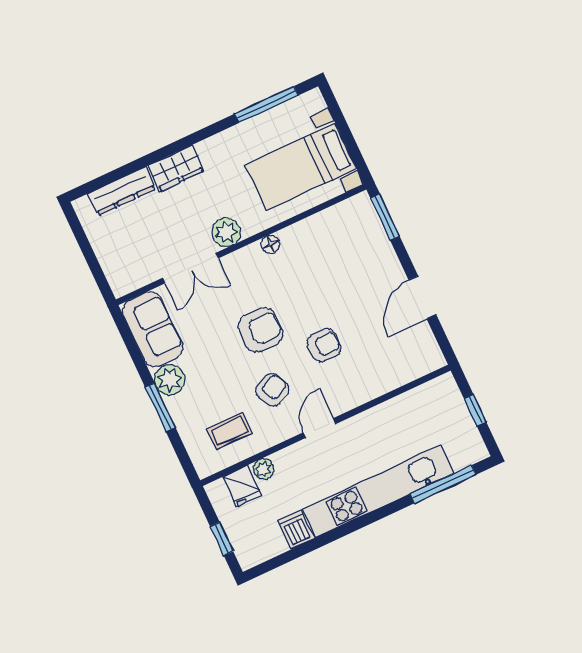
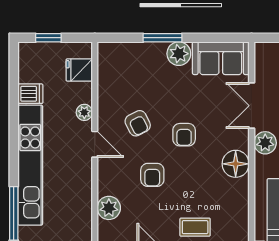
floor lamp: (270, 244) -> (236, 164), width x1.89, depth x1.89
armchair: (261, 330) -> (184, 135), width x0.72, depth x0.72
plant: (385, 378) -> (109, 208), added
coffee table: (229, 431) -> (195, 227), moved, turned 90
plant: (263, 469) -> (84, 112), moved

